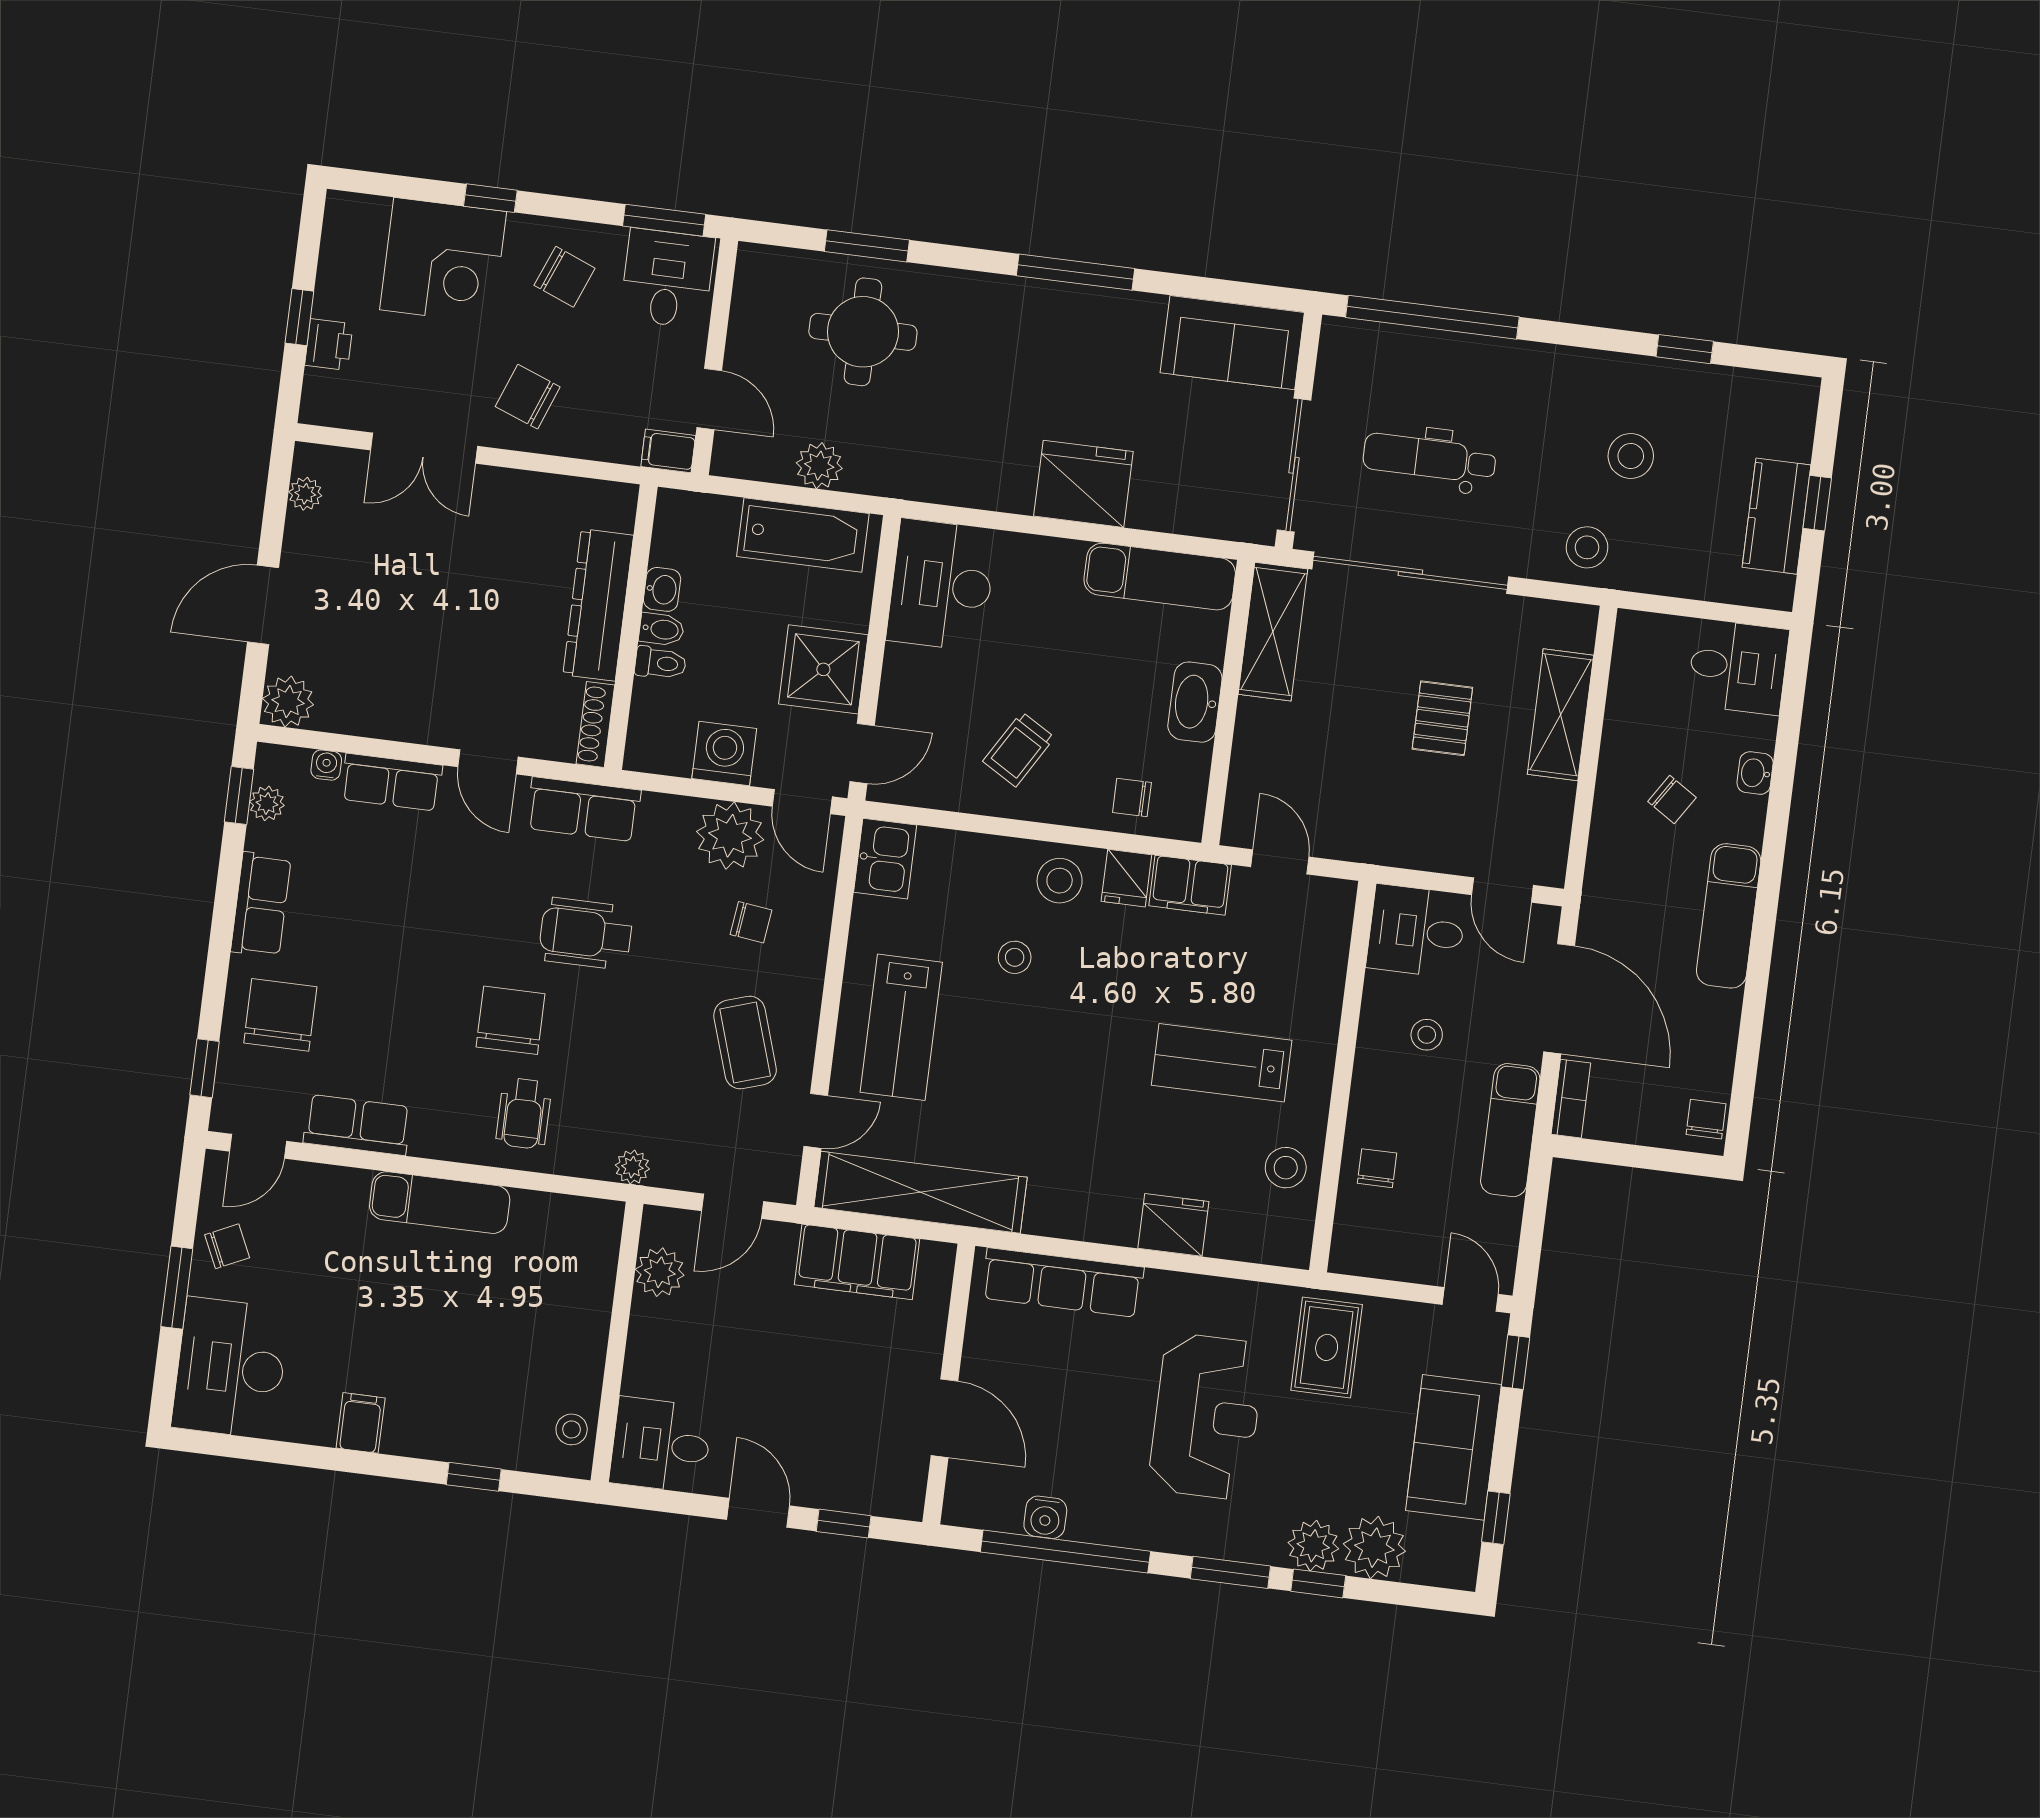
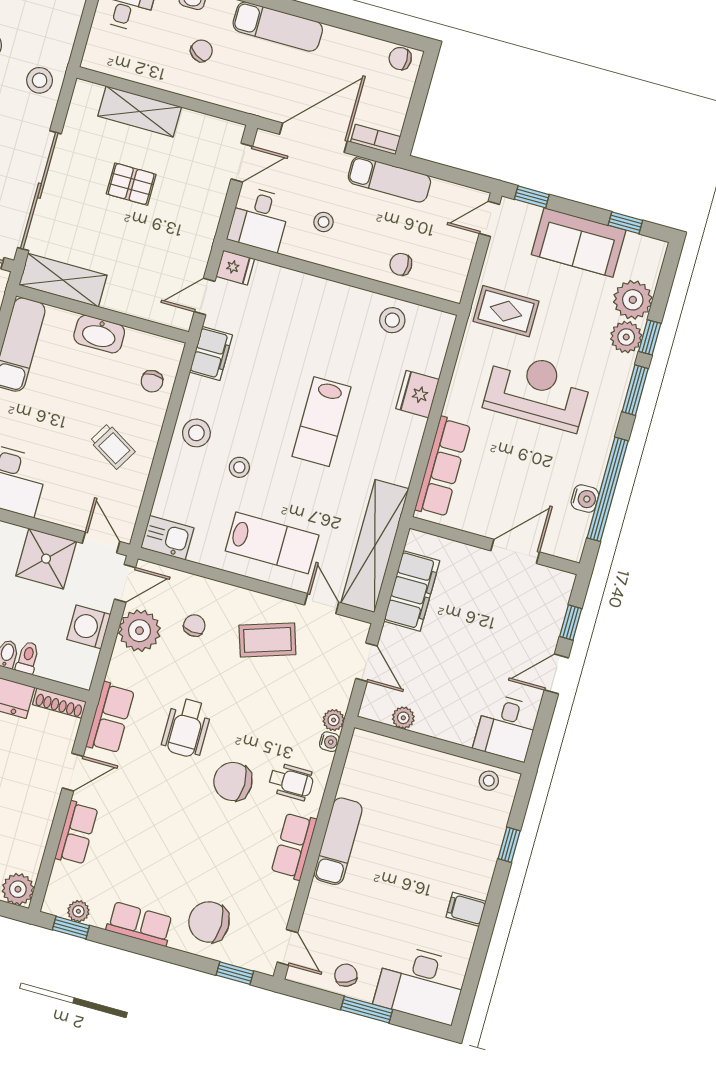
water cooler: (326, 765) -> (329, 742), moved, turned 180
fridge: (1126, 878) -> (235, 268), moved
lab bench: (1222, 1063) -> (321, 422), moved
row of seats: (357, 1125) -> (294, 846), moved
plant: (660, 1272) -> (403, 718), width x0.73, depth x0.73

